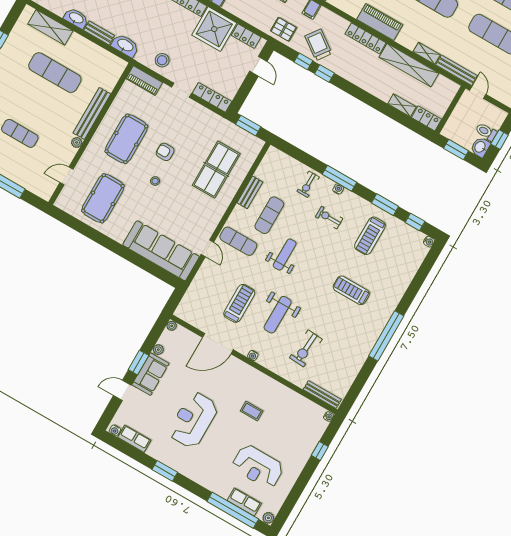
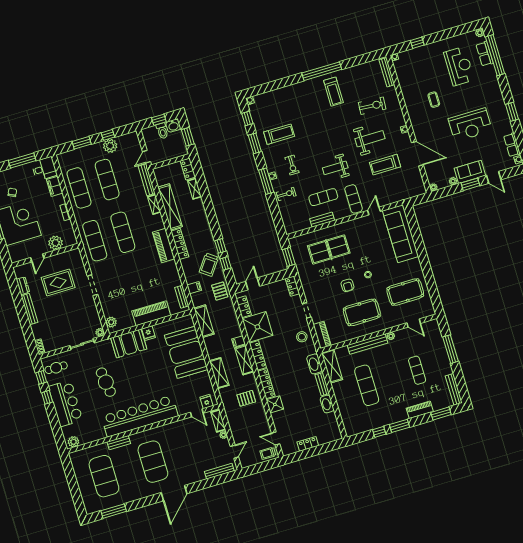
shelving: (50, 27) -> (332, 366), moved
locker: (212, 97) -> (292, 286), width x0.66
treadmill: (351, 290) -> (333, 92), moved

